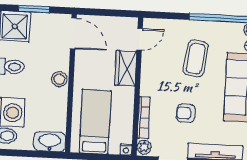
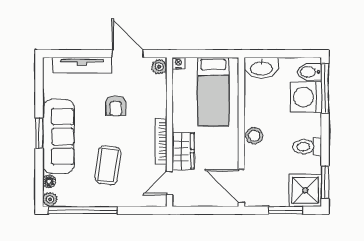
armchair: (186, 113) -> (116, 106), turned 88
bookcase: (144, 118) -> (161, 141), moved

